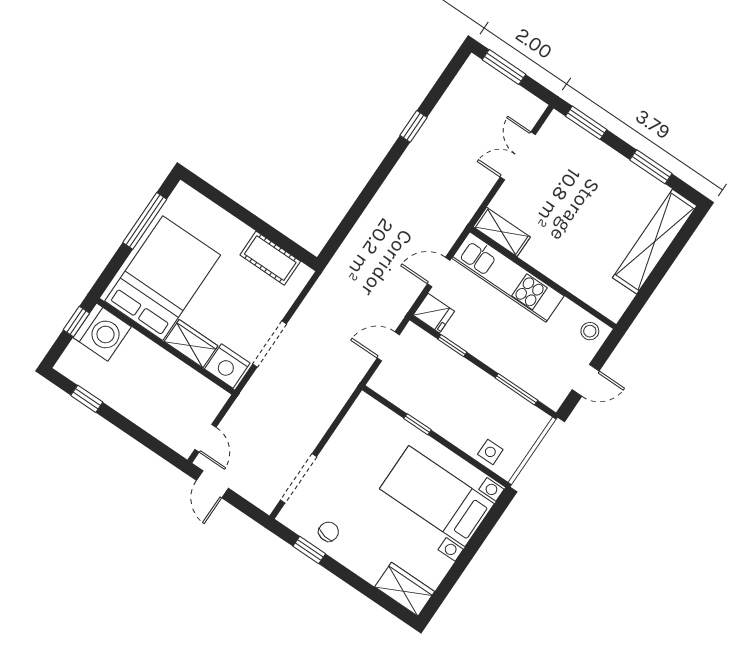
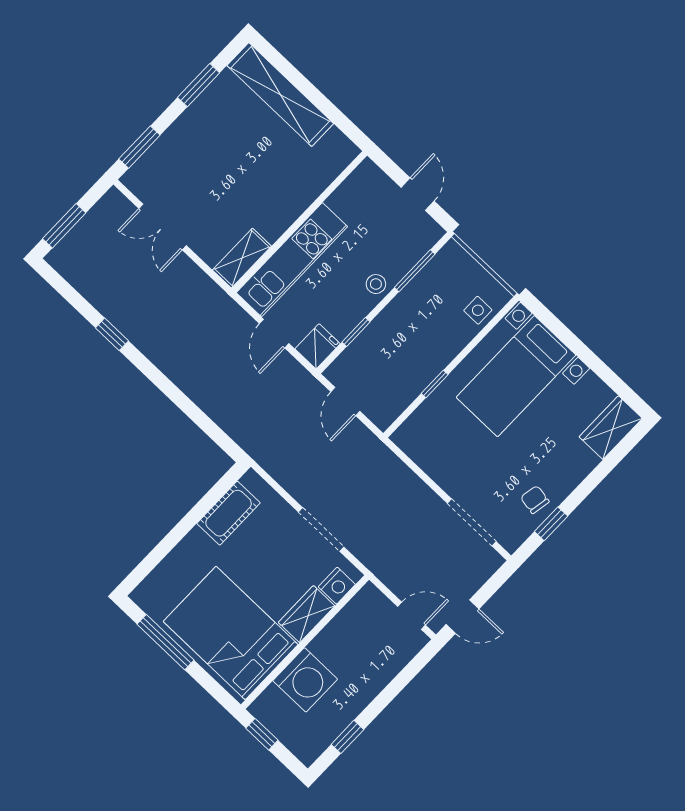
stool: (590, 331) -> (376, 284), moved
washing machine: (102, 332) -> (305, 680), moved, turned 90
nightstand: (227, 366) -> (337, 586), width x0.74, depth x0.75

